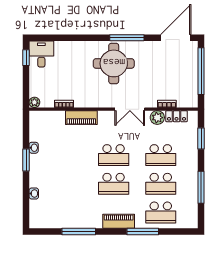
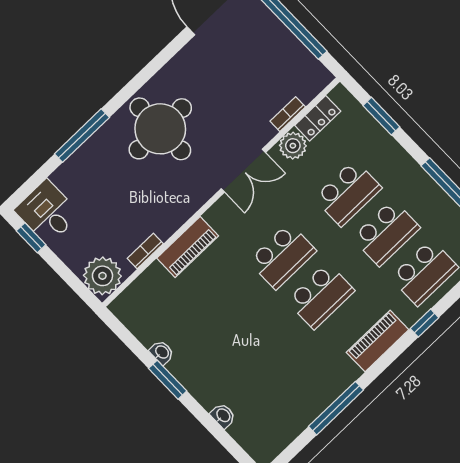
window: (127, 38) -> (82, 136), moved
plant: (34, 102) -> (102, 276), width x1.88, depth x1.88
window: (143, 231) -> (425, 323), width x0.46

